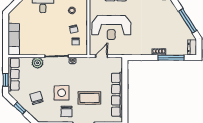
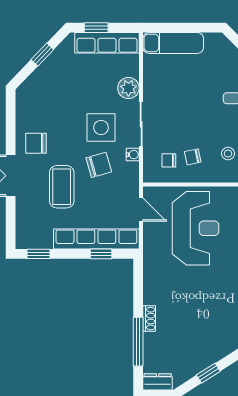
window: (188, 21) -> (208, 373), width x0.46
reception desk: (111, 27) -> (196, 228), turned 180
window: (125, 77) -> (101, 254), added
side table: (62, 93) -> (101, 127), moved
row of seats: (117, 95) -> (96, 239), moved
chair: (36, 98) -> (99, 165), moved
window: (125, 110) -> (39, 254), added

